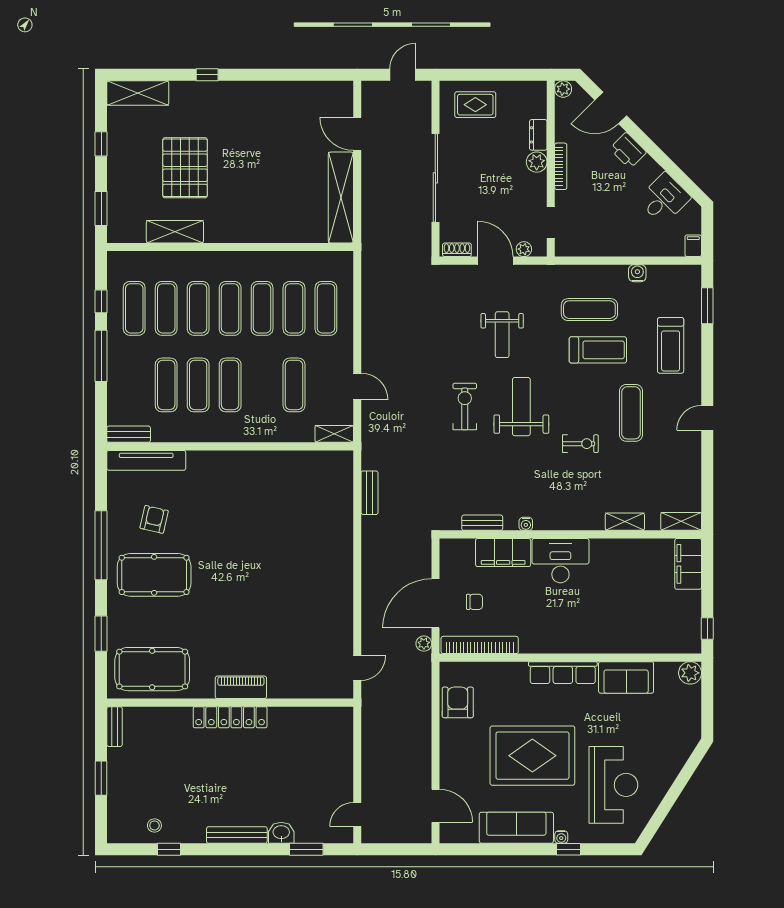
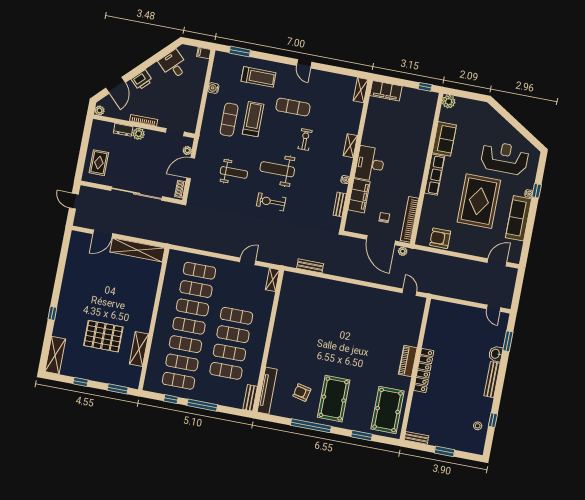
exercise mat: (294, 385) -> (236, 316), moved
shelving: (625, 522) -> (350, 146), moved

